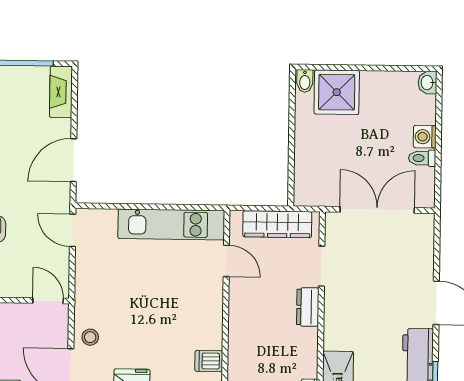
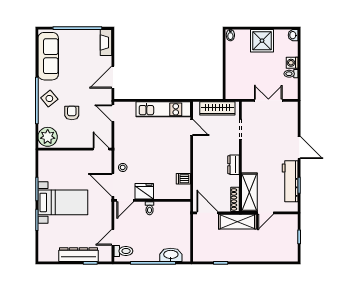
shower: (337, 92) -> (262, 41), moved
double door: (377, 210) -> (268, 100), width x0.73
dresser: (308, 307) -> (234, 165), moved

